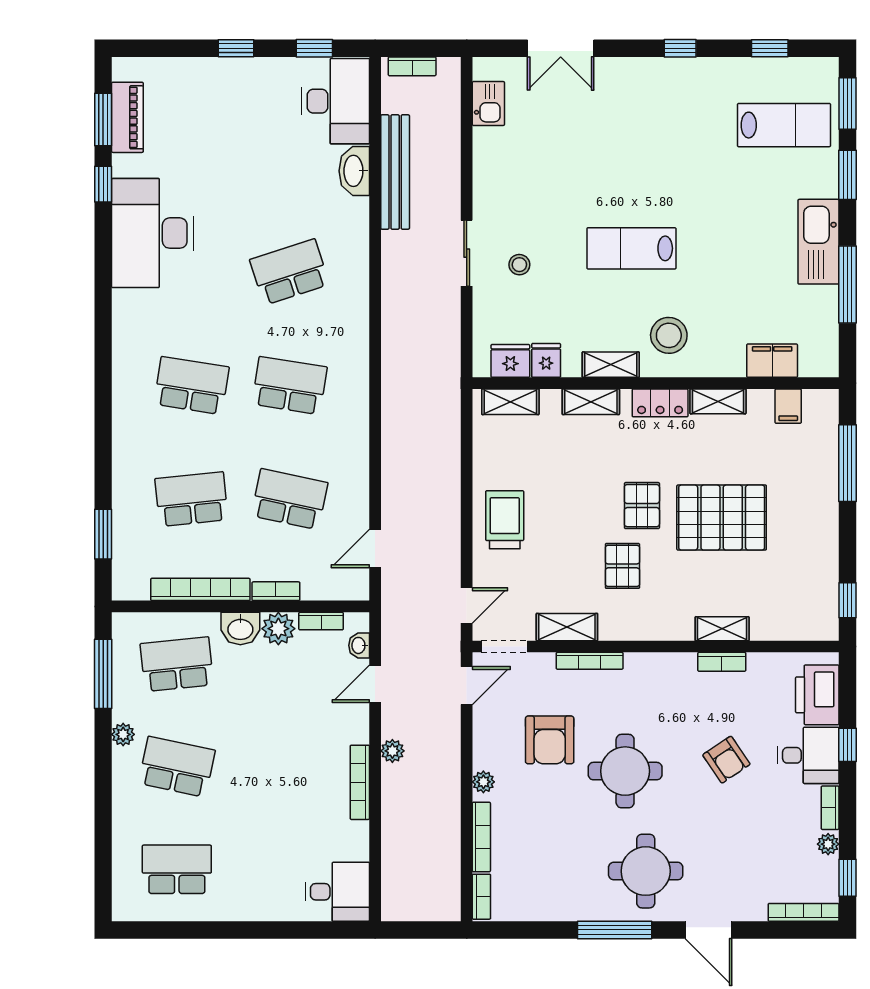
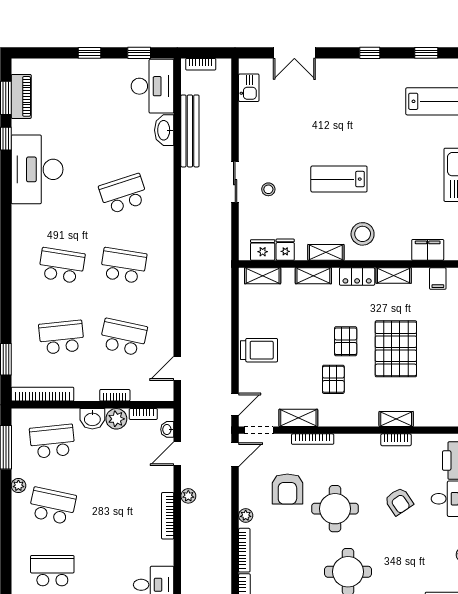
pallet: (722, 518) -> (396, 349), turned 90
trolley: (505, 520) -> (259, 350), turned 90
bookcase: (200, 589) -> (43, 394), moved

